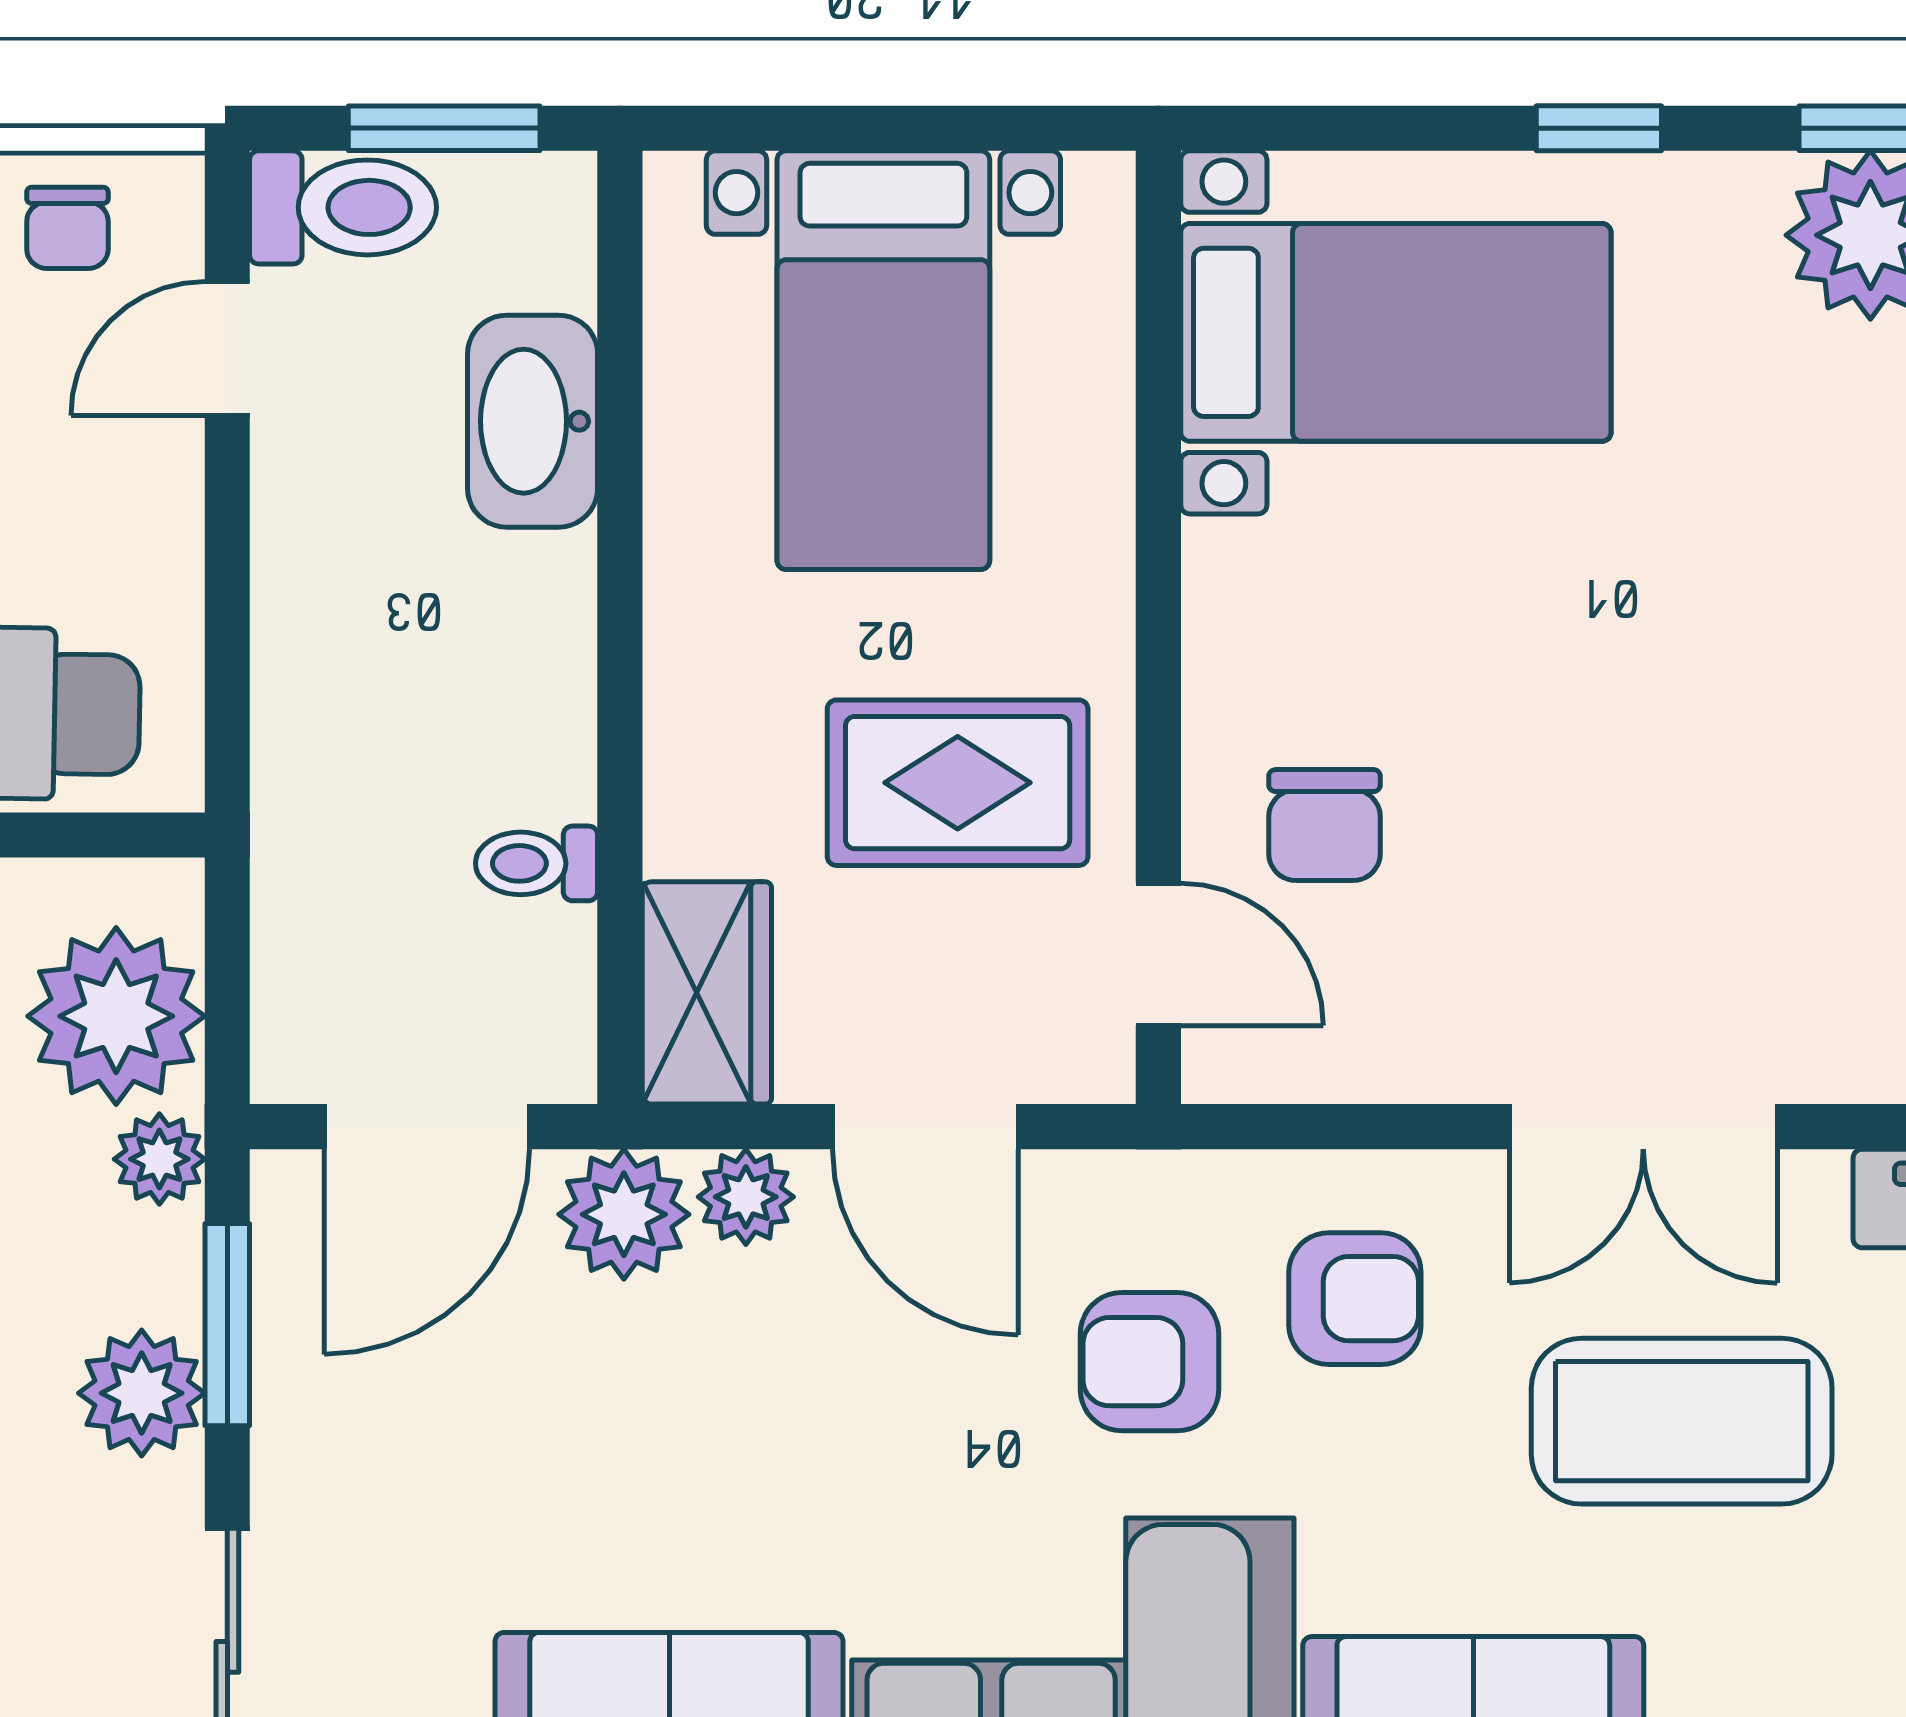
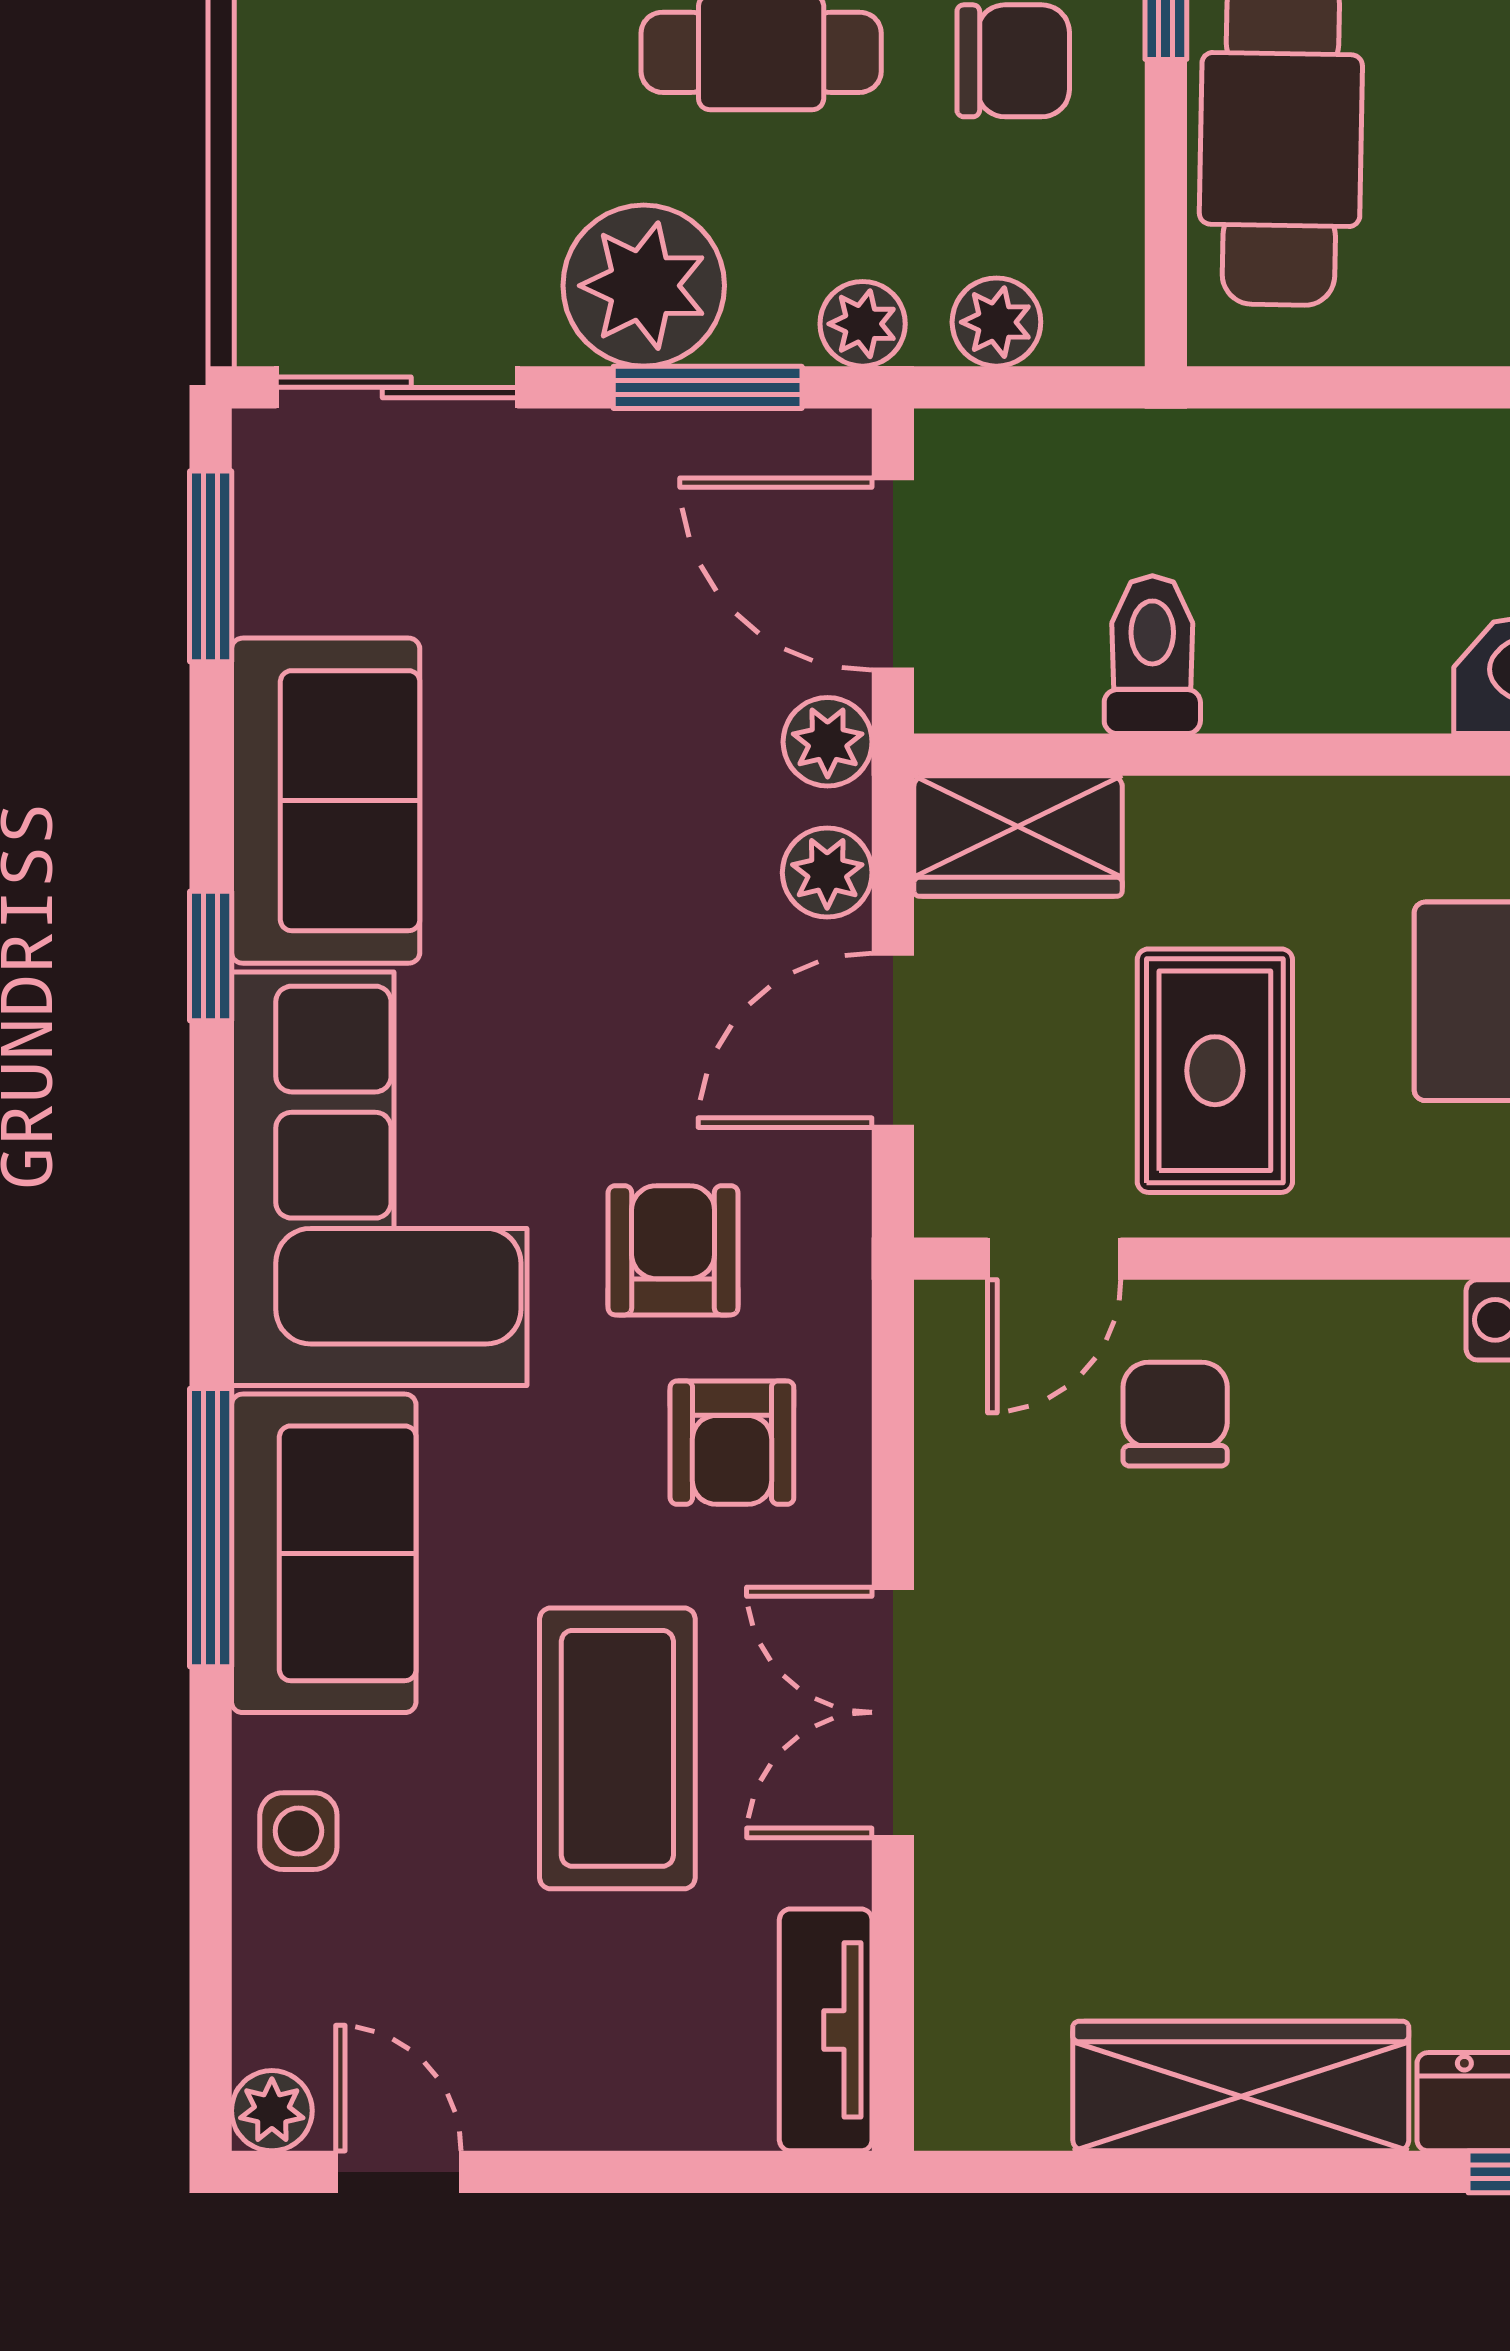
chair: (1325, 825) -> (1175, 1414), turned 90
toilet: (537, 863) -> (1152, 655), width x1.37, depth x1.39
plant: (116, 1016) -> (996, 322), width x0.53, depth x0.53
plant: (624, 1214) -> (828, 742), width x0.73, depth x0.73
plant: (142, 1393) -> (644, 286), width x1.36, depth x1.36

